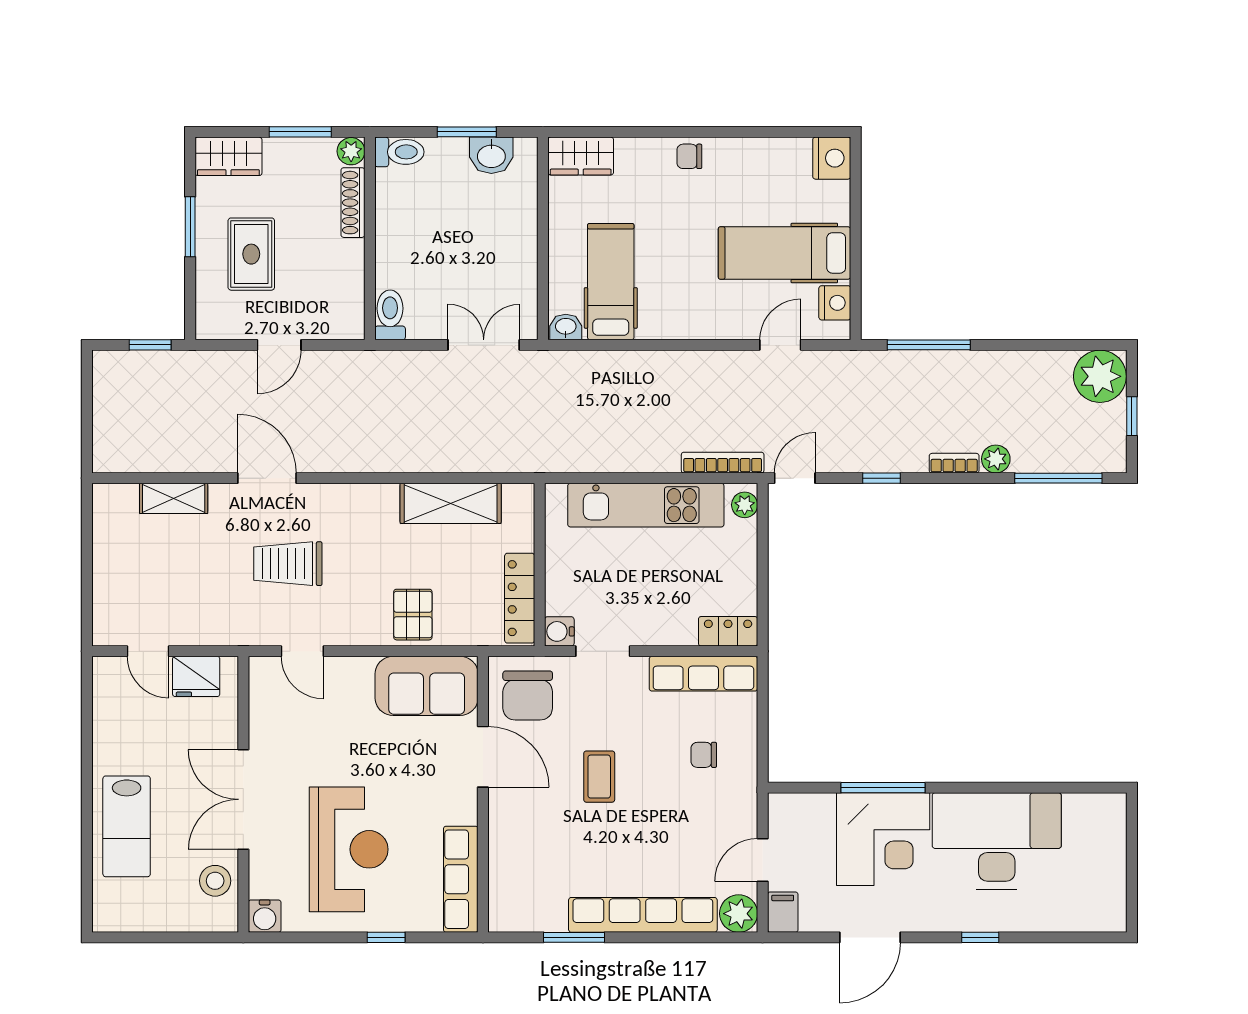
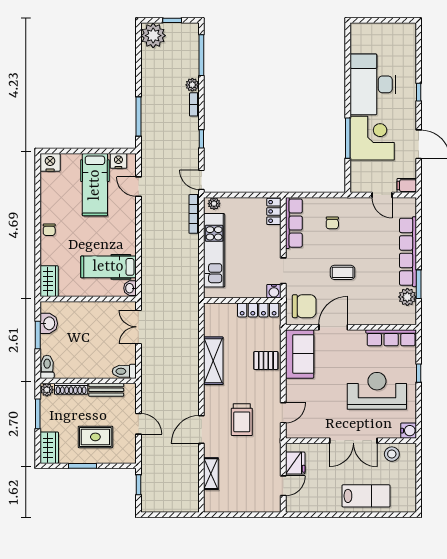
bench: (351, 277) -> (106, 390), added
shelving: (451, 503) -> (213, 361), moved
plant: (739, 914) -> (407, 297), moved

